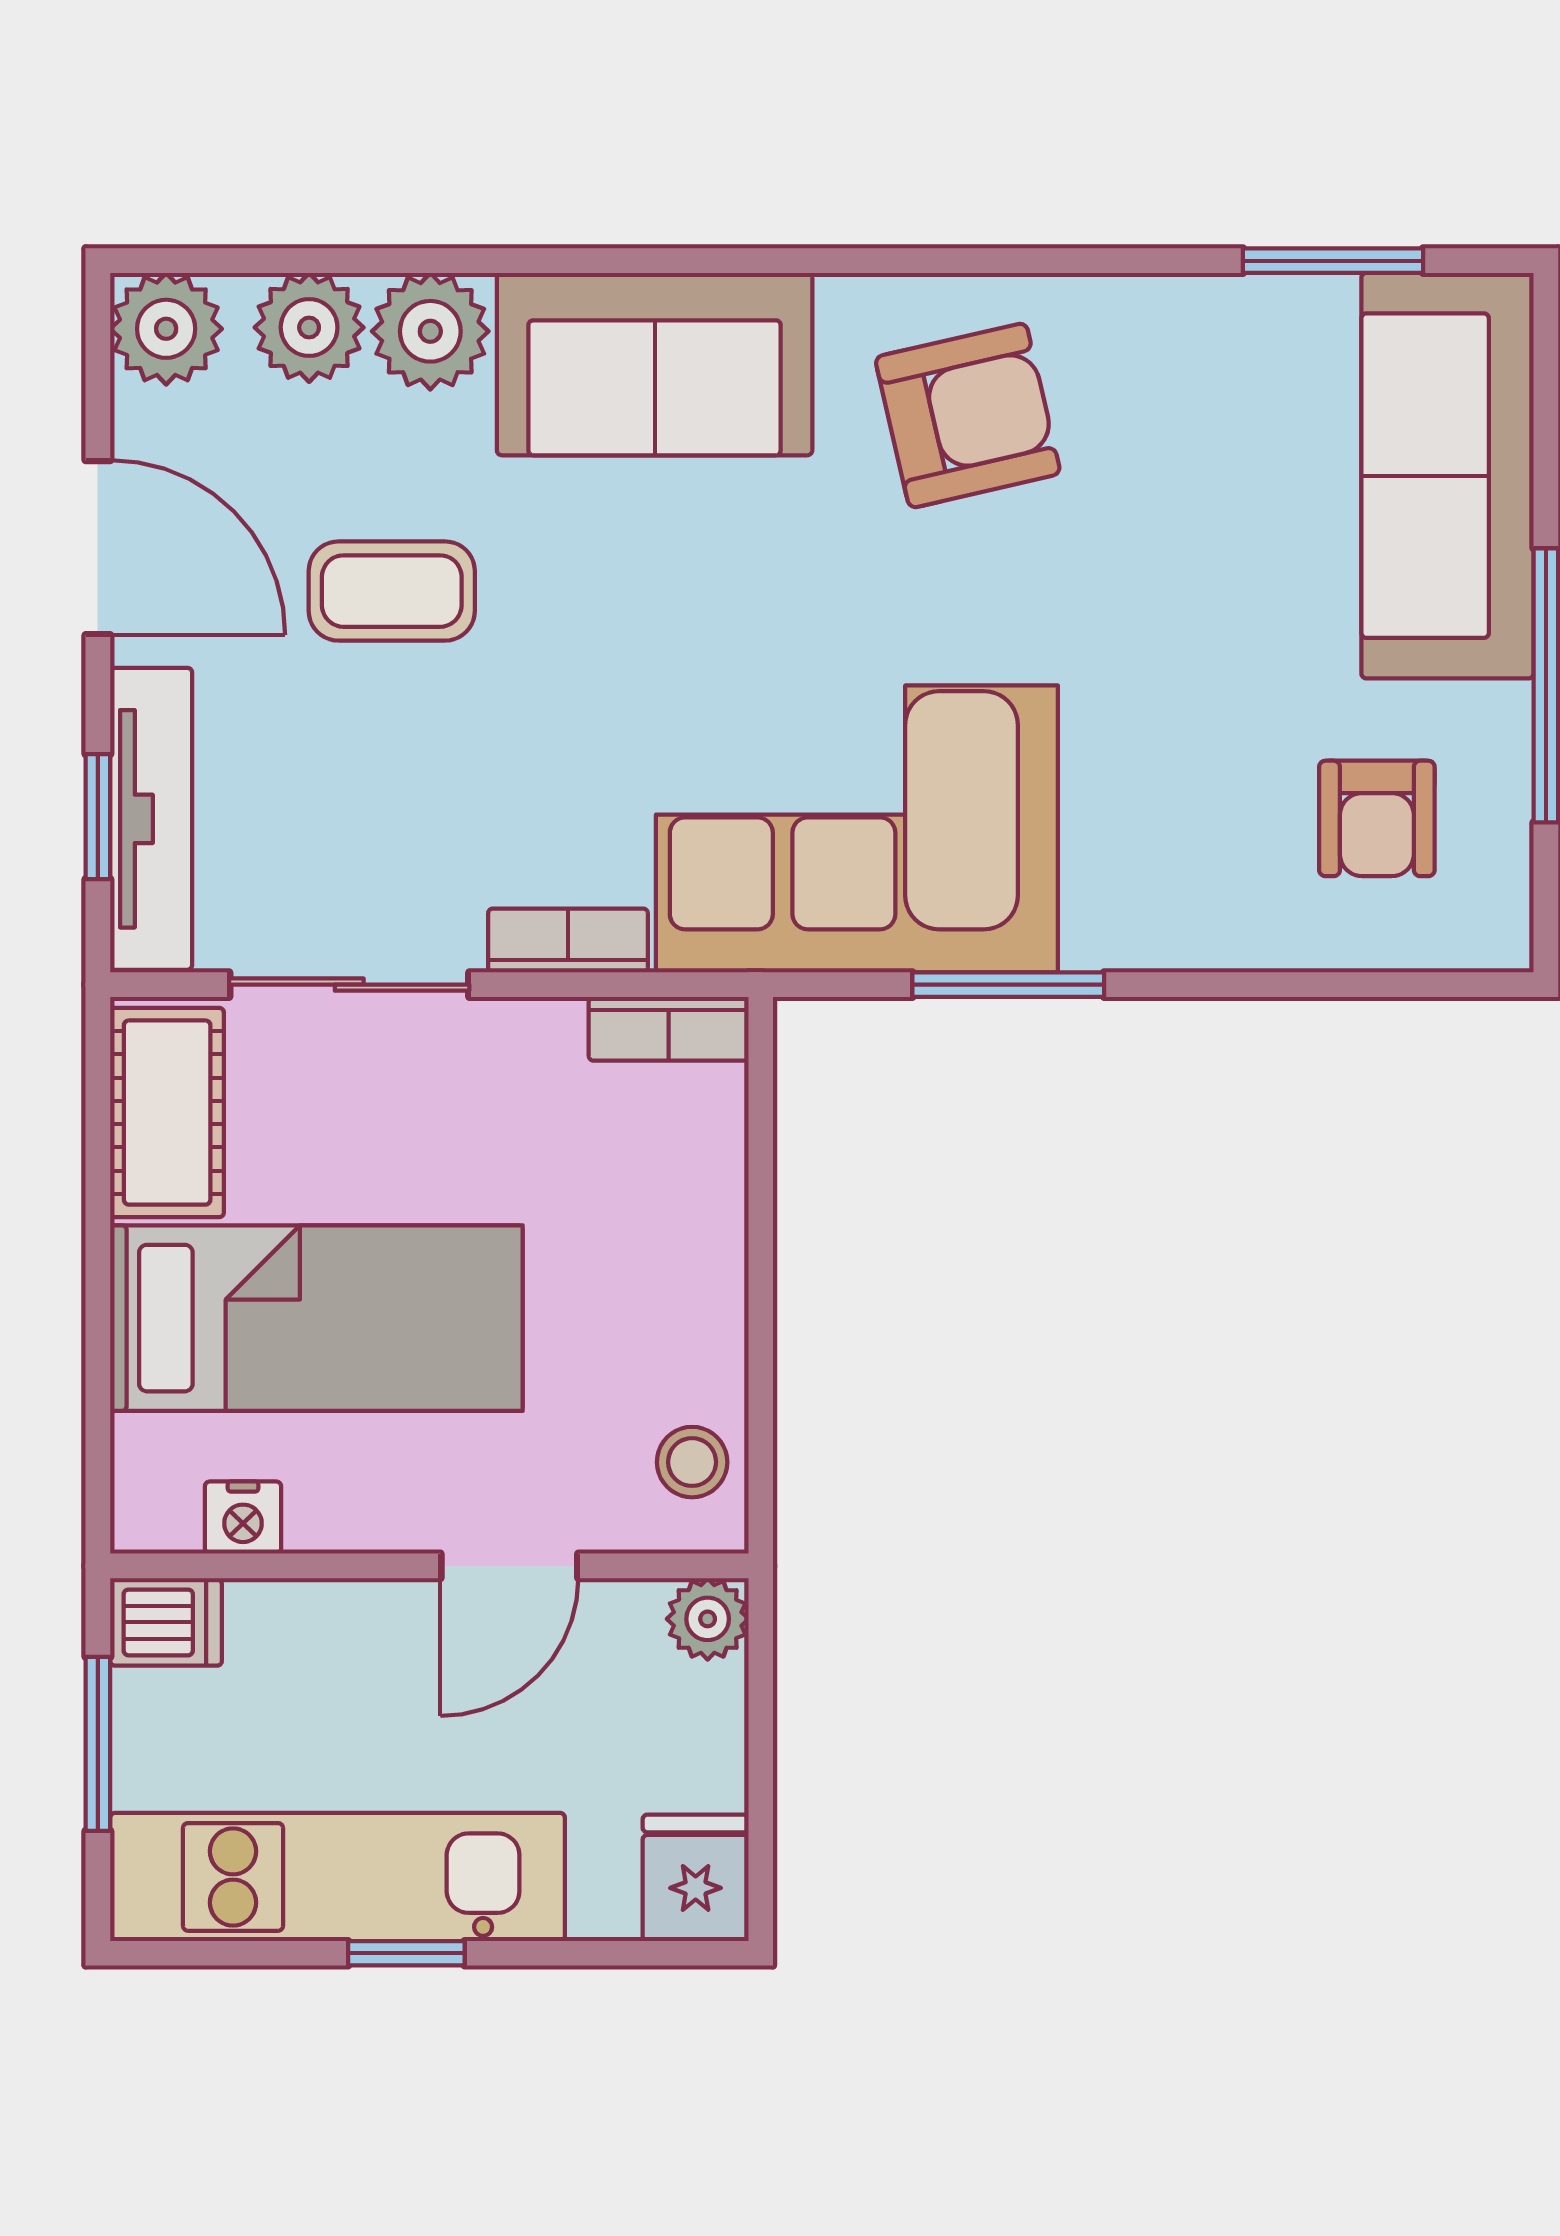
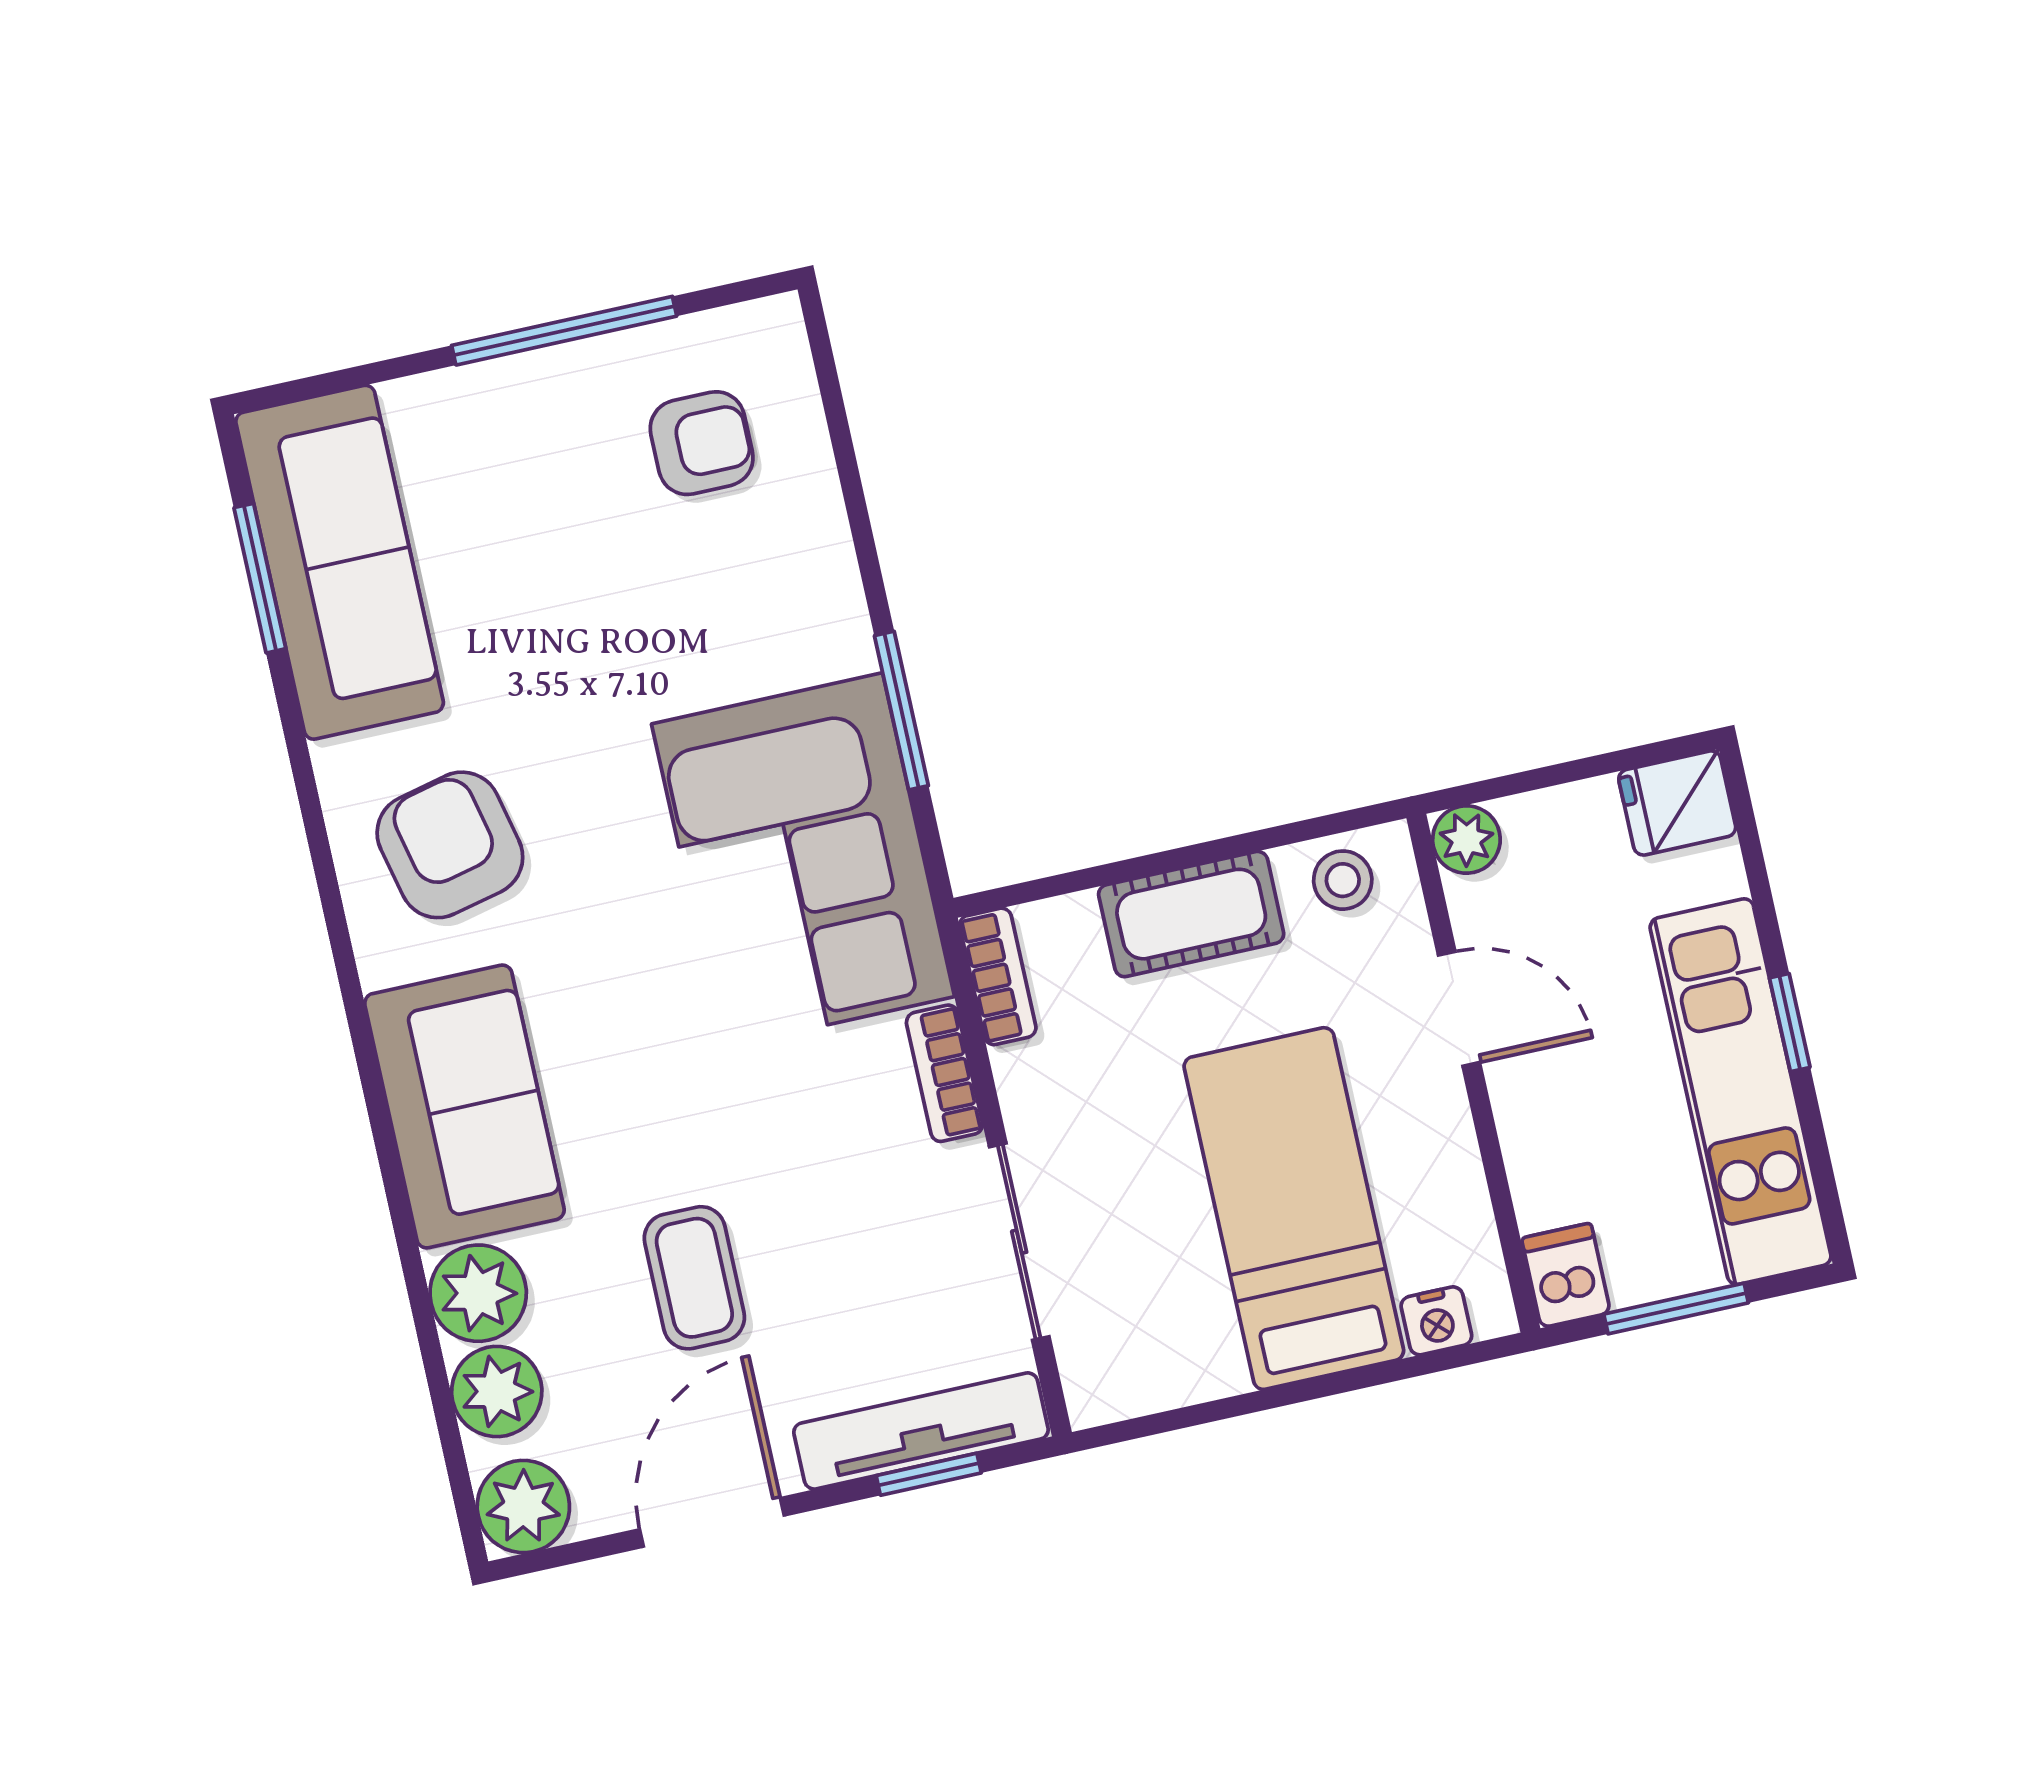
sofa: (1447, 476) -> (340, 562), moved, turned -90
cot: (167, 1113) -> (1191, 914), moved
nightstand: (243, 1518) -> (1436, 1321), moved, turned 90

